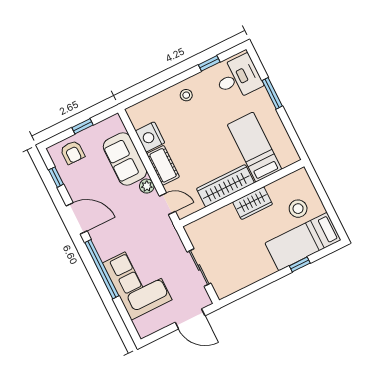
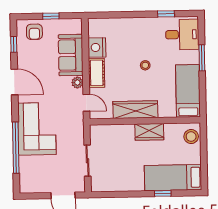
stool: (186, 95) -> (145, 65), moved
bed: (254, 147) -> (188, 91), moved
stool: (298, 209) -> (191, 137), moved
window: (102, 269) -> (16, 148), moved
corner sofa: (137, 281) -> (37, 129), moved

